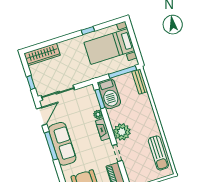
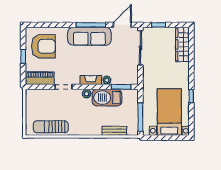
bench: (140, 81) -> (114, 131), moved
barbecue: (109, 94) -> (107, 98), moved
door: (42, 116) -> (122, 25), swing flipped
plant: (122, 132) -> (87, 94), width x0.53, depth x0.53

